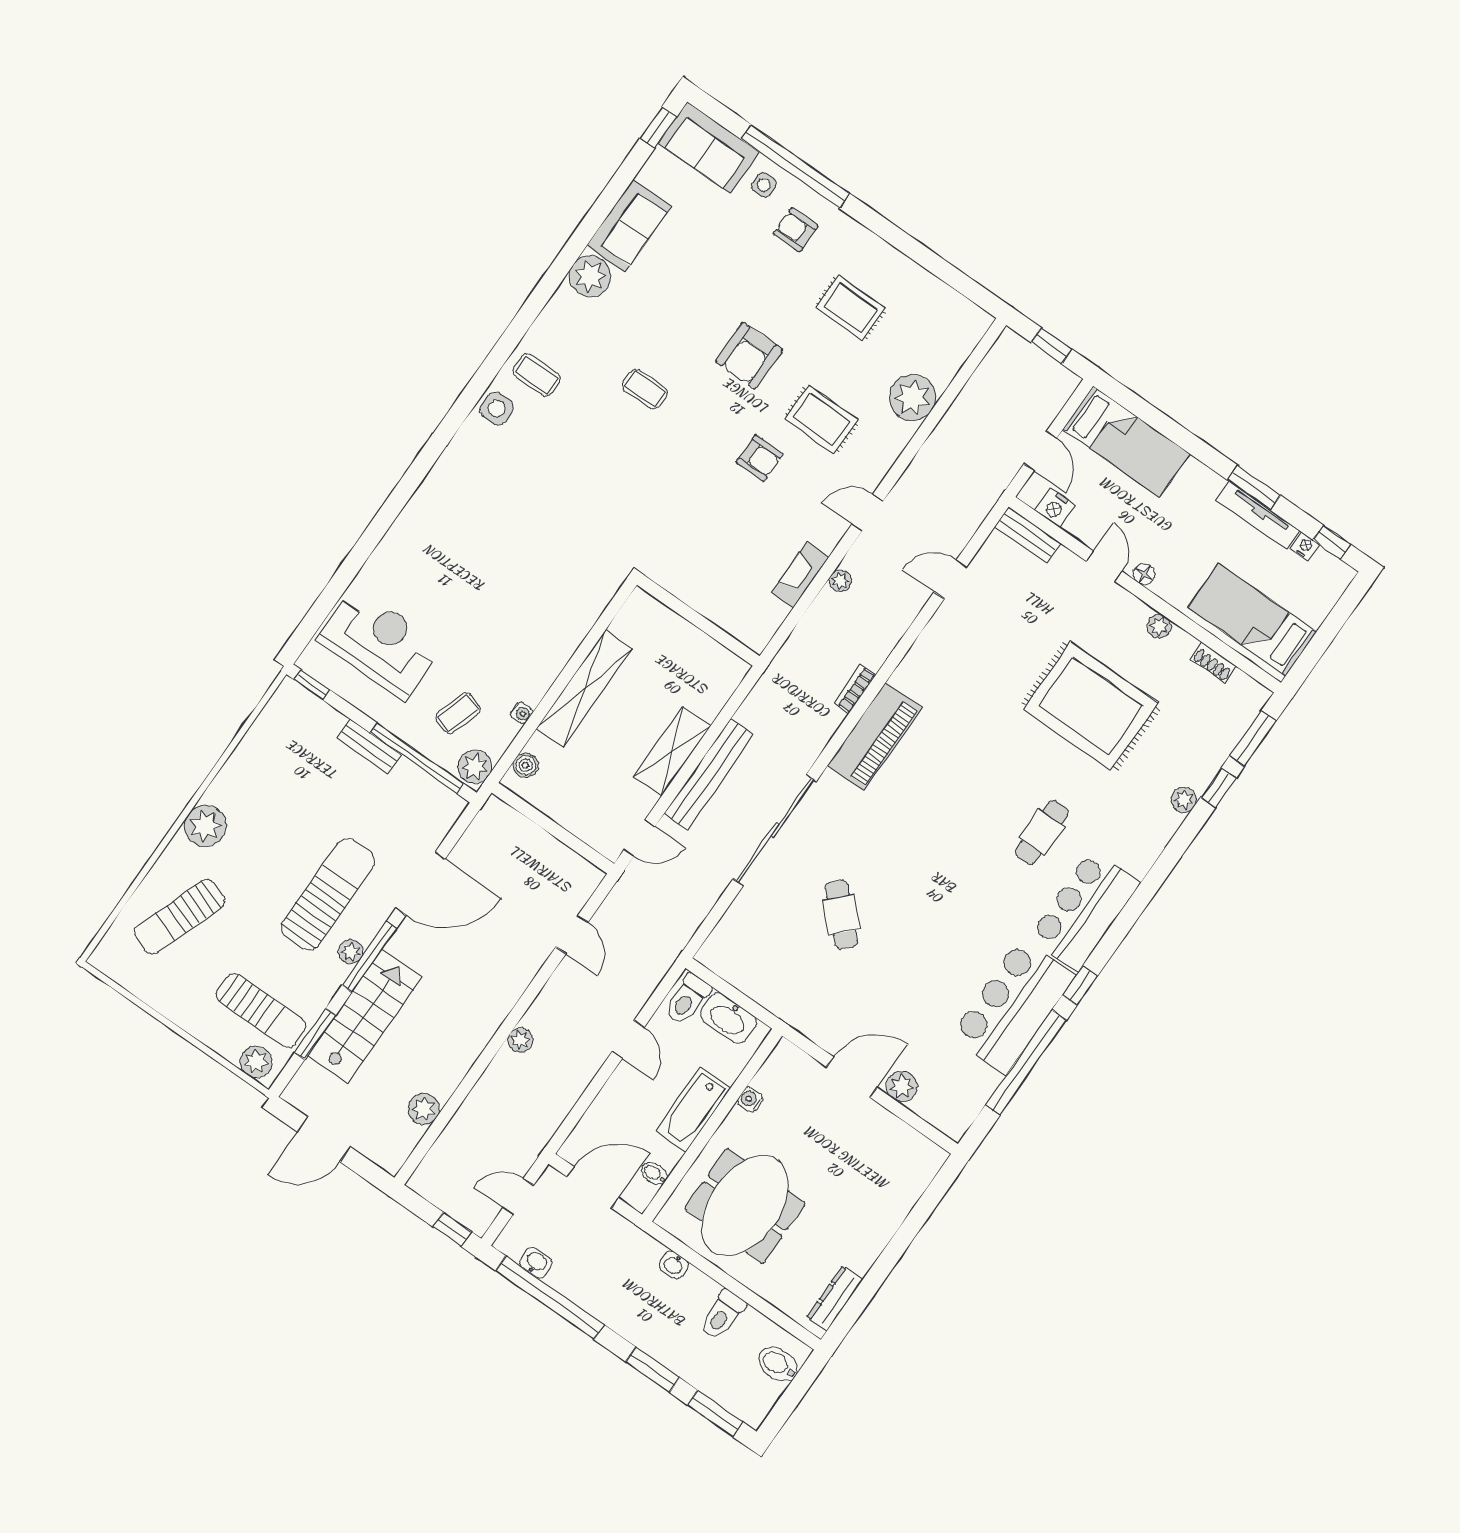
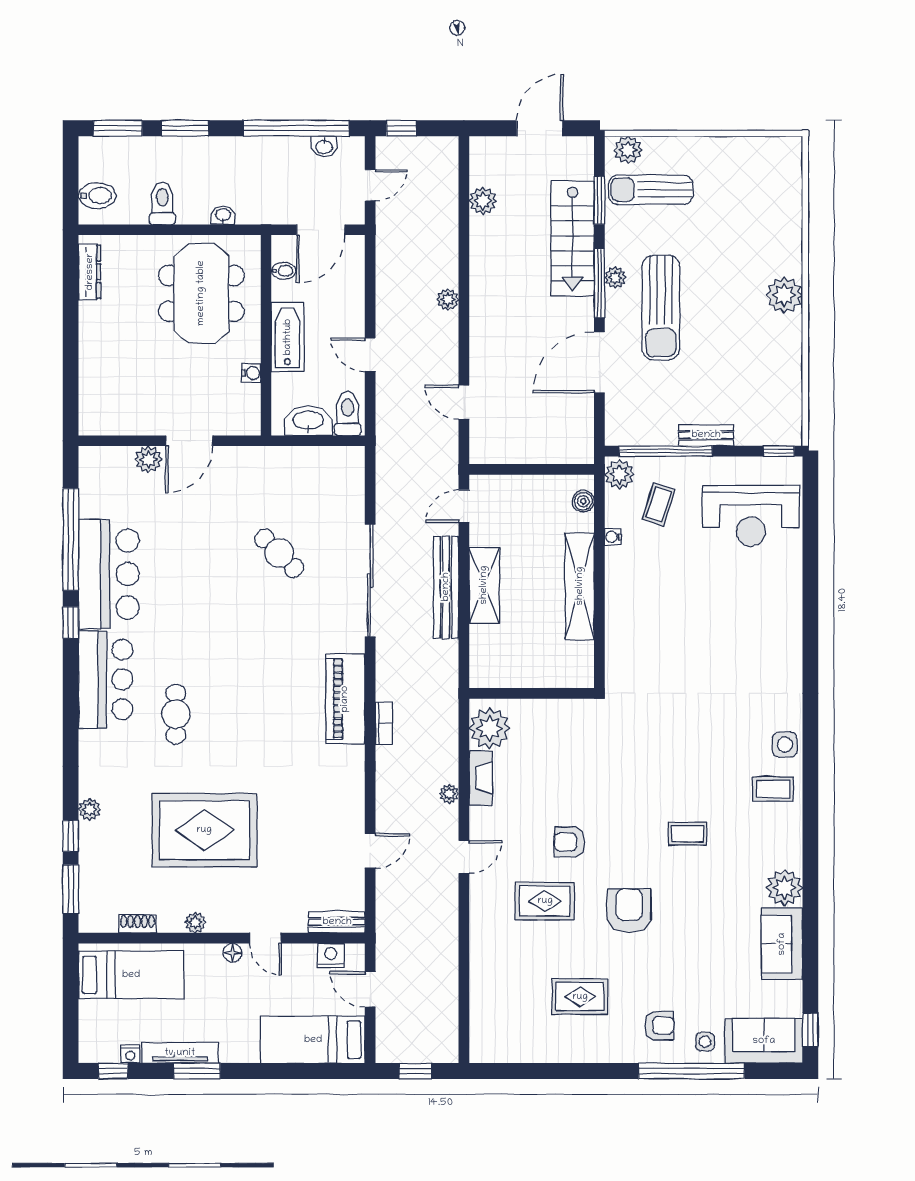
plant: (913, 398) -> (490, 728), moved
sun lounger: (180, 917) -> (757, 216), removed

